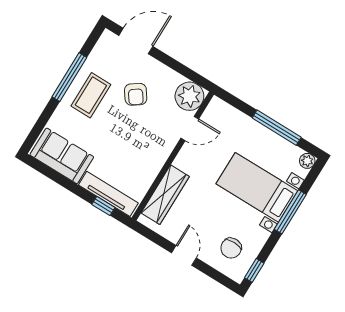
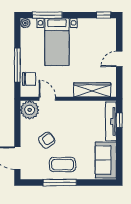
window: (277, 128) -> (17, 65), moved
window: (290, 212) -> (47, 15), moved
chair: (231, 248) -> (29, 79), moved

